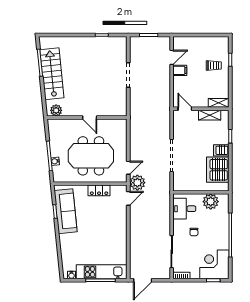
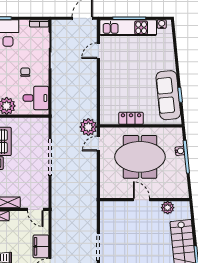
filing cabinet: (180, 70) -> (41, 246), width x2.00
plant: (56, 110) -> (168, 208), moved
door: (128, 198) -> (98, 51), moved

